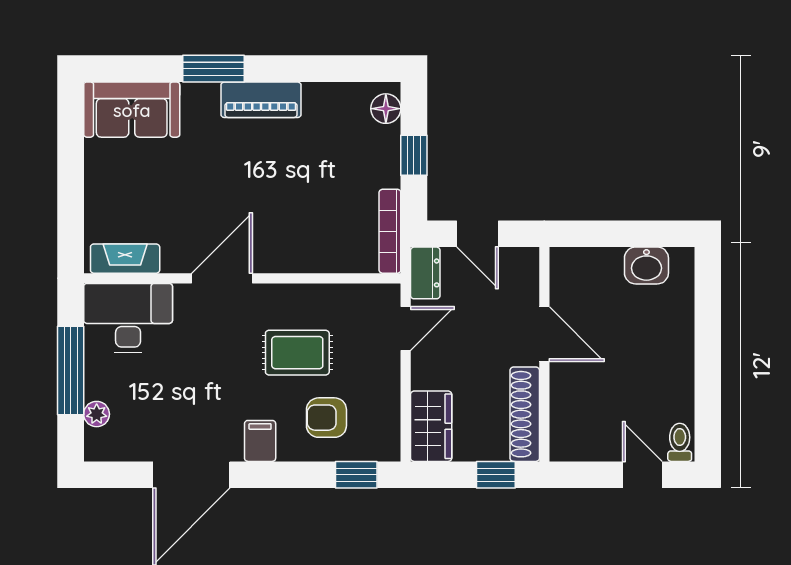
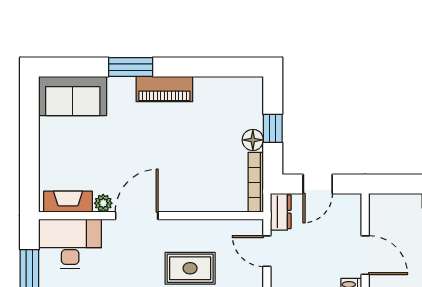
floor lamp: (386, 109) -> (253, 140), moved
door: (477, 234) -> (318, 184), hinge flipped
plant: (175, 261) -> (103, 203), added
door: (406, 328) -> (267, 251), swing flipped

